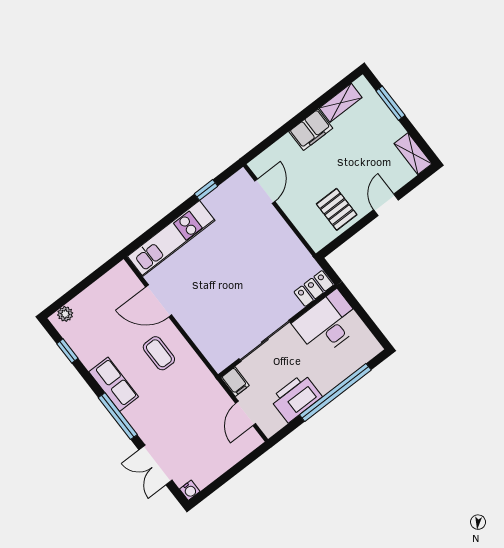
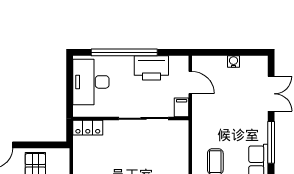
desk: (328, 324) -> (91, 82), moved, turned 90
door: (246, 413) -> (190, 82), hinge flipped
water cooler: (190, 490) -> (233, 61), moved

